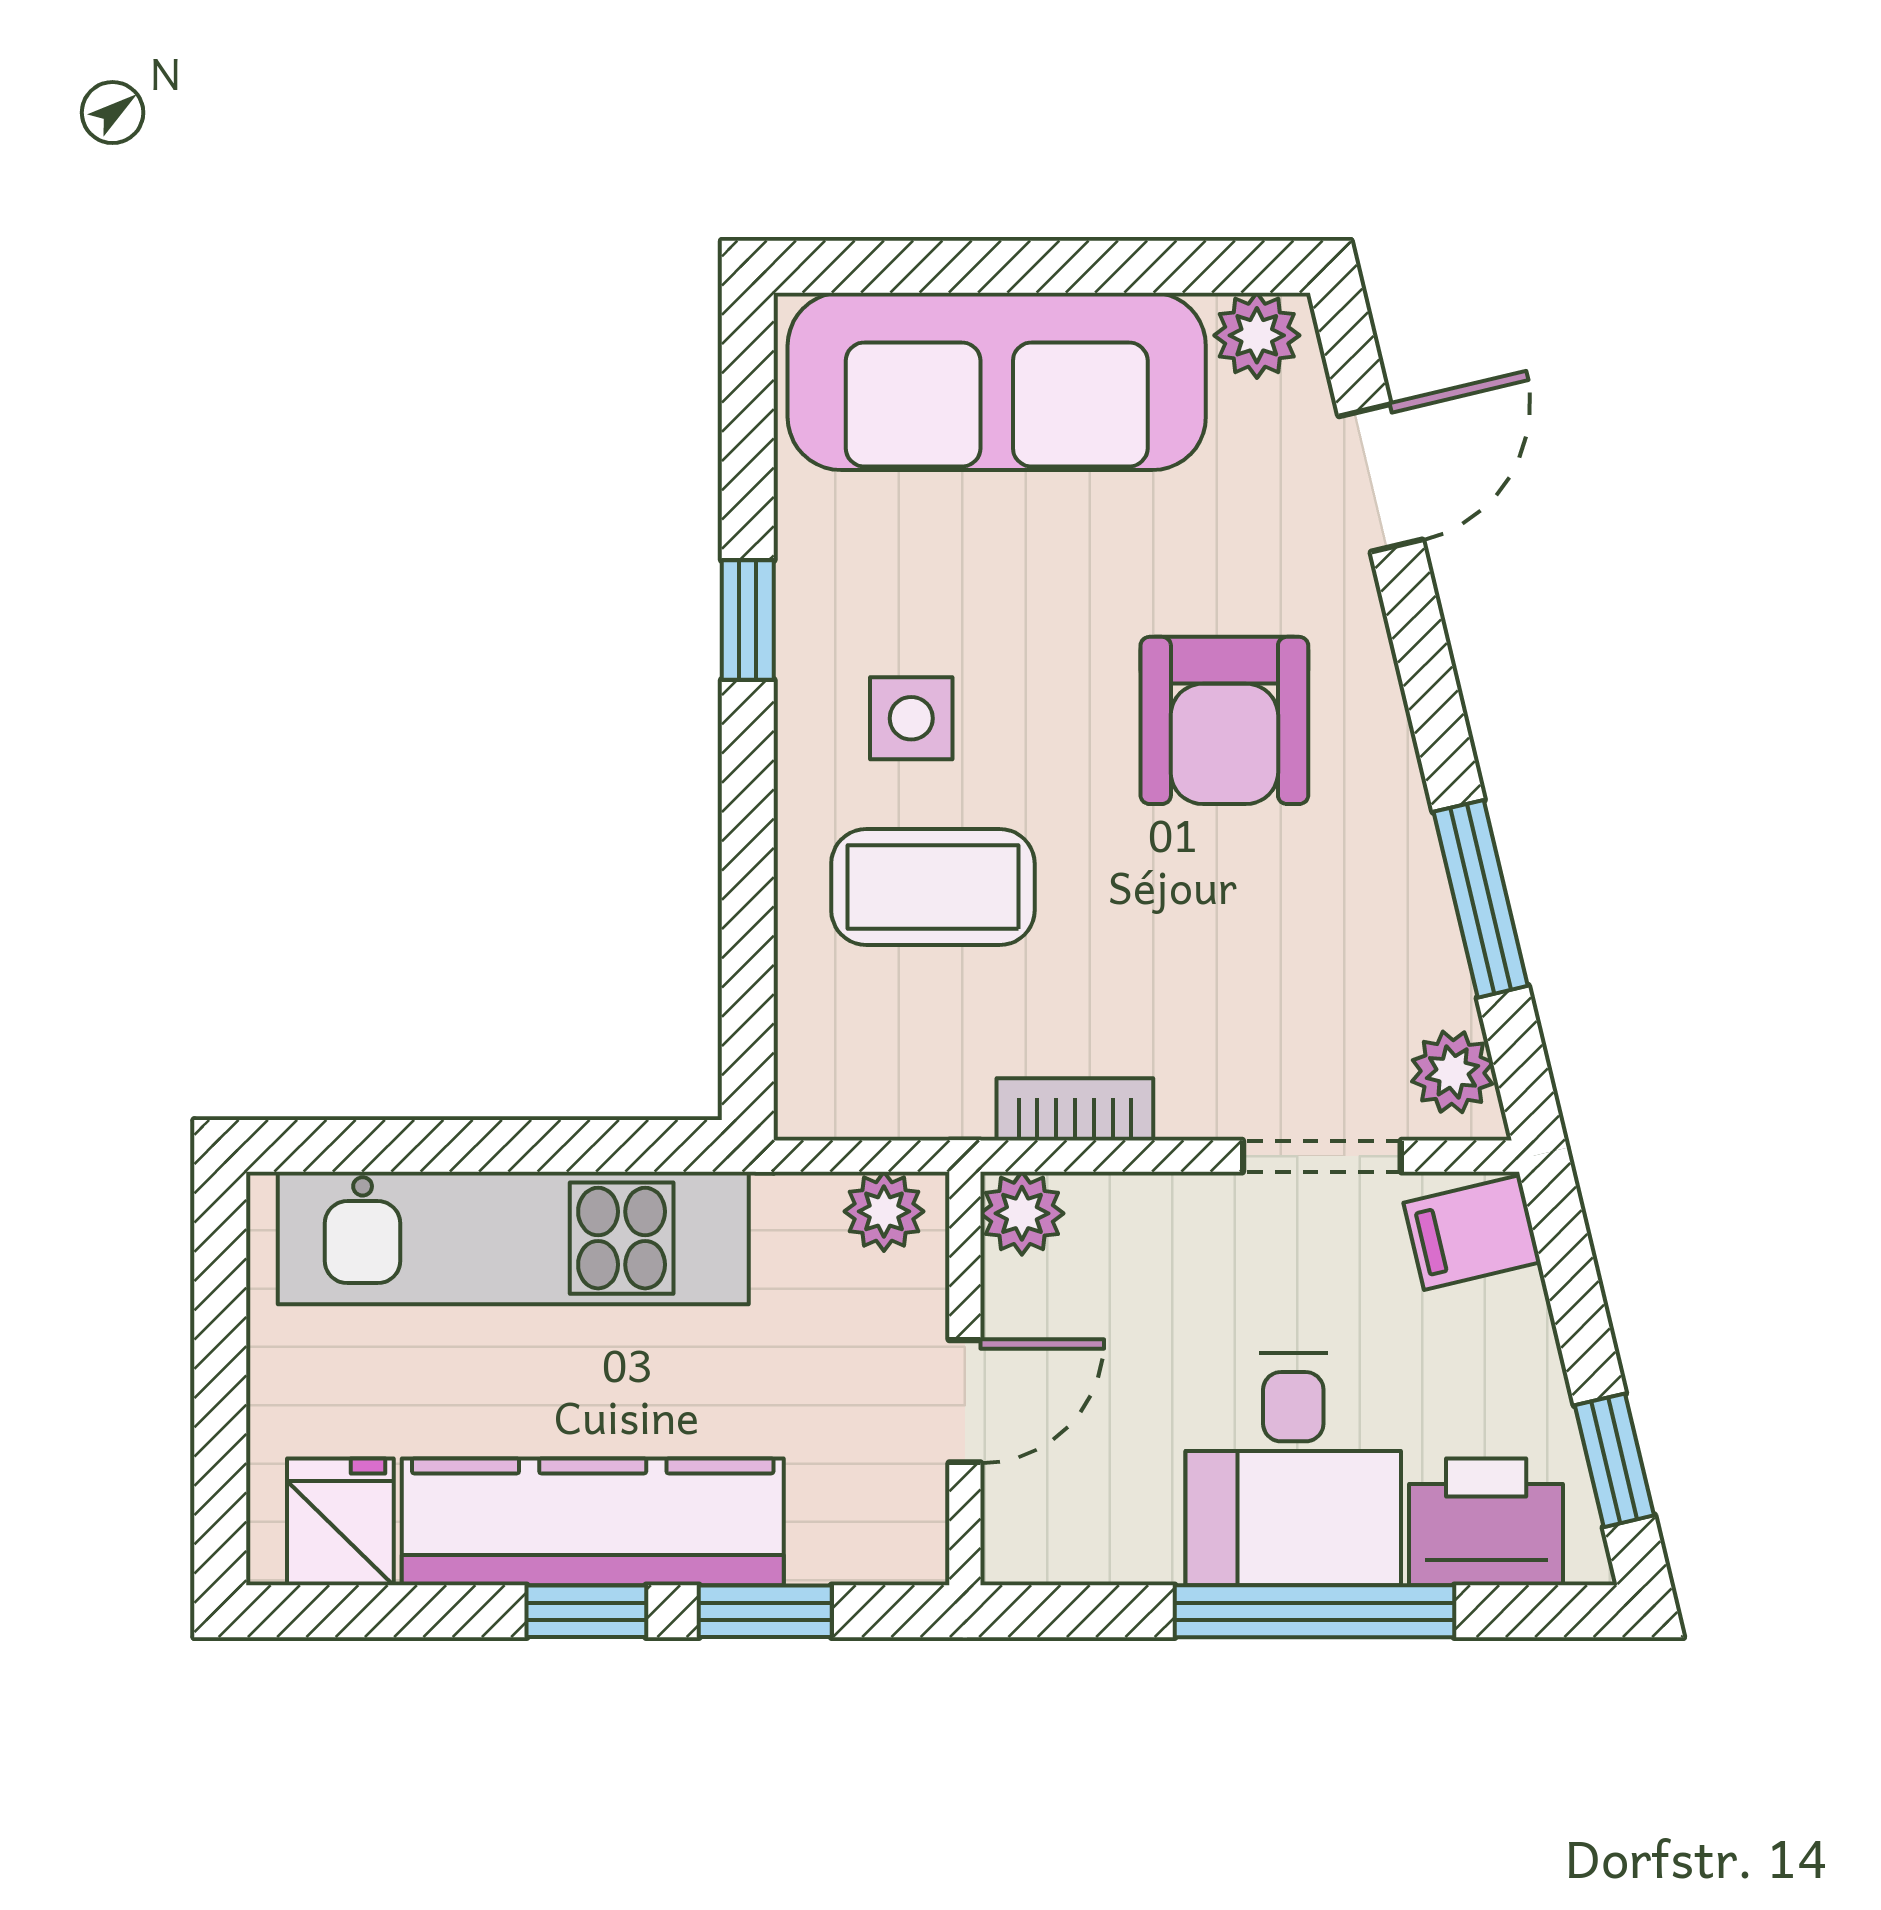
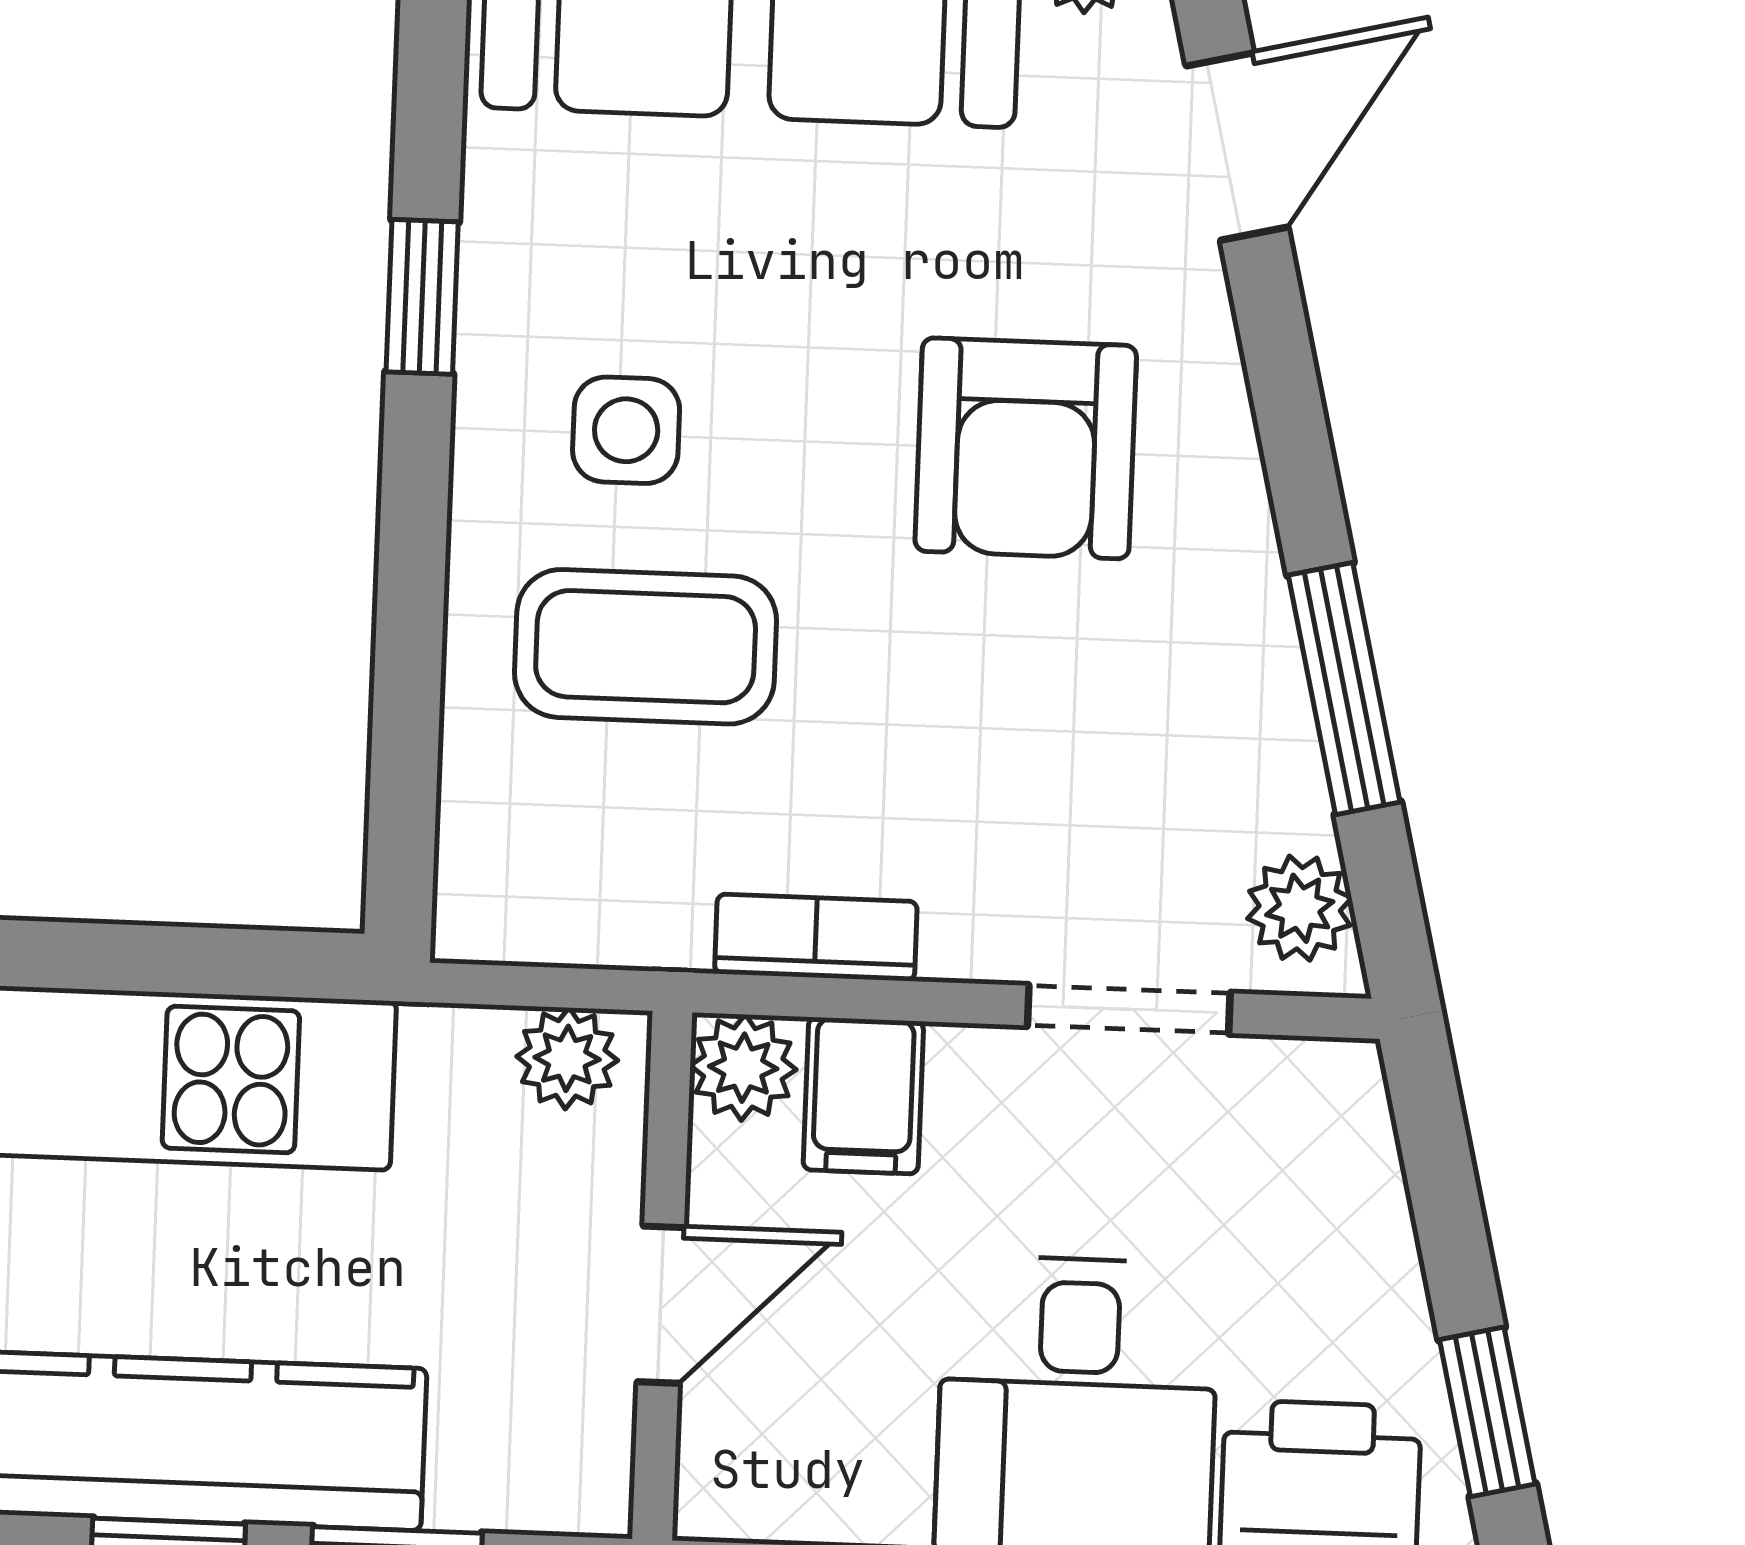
filing cabinet: (1472, 1232) -> (863, 1096), moved, turned -77

